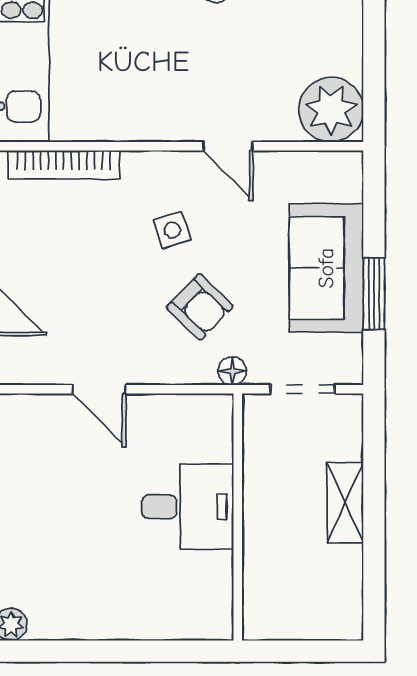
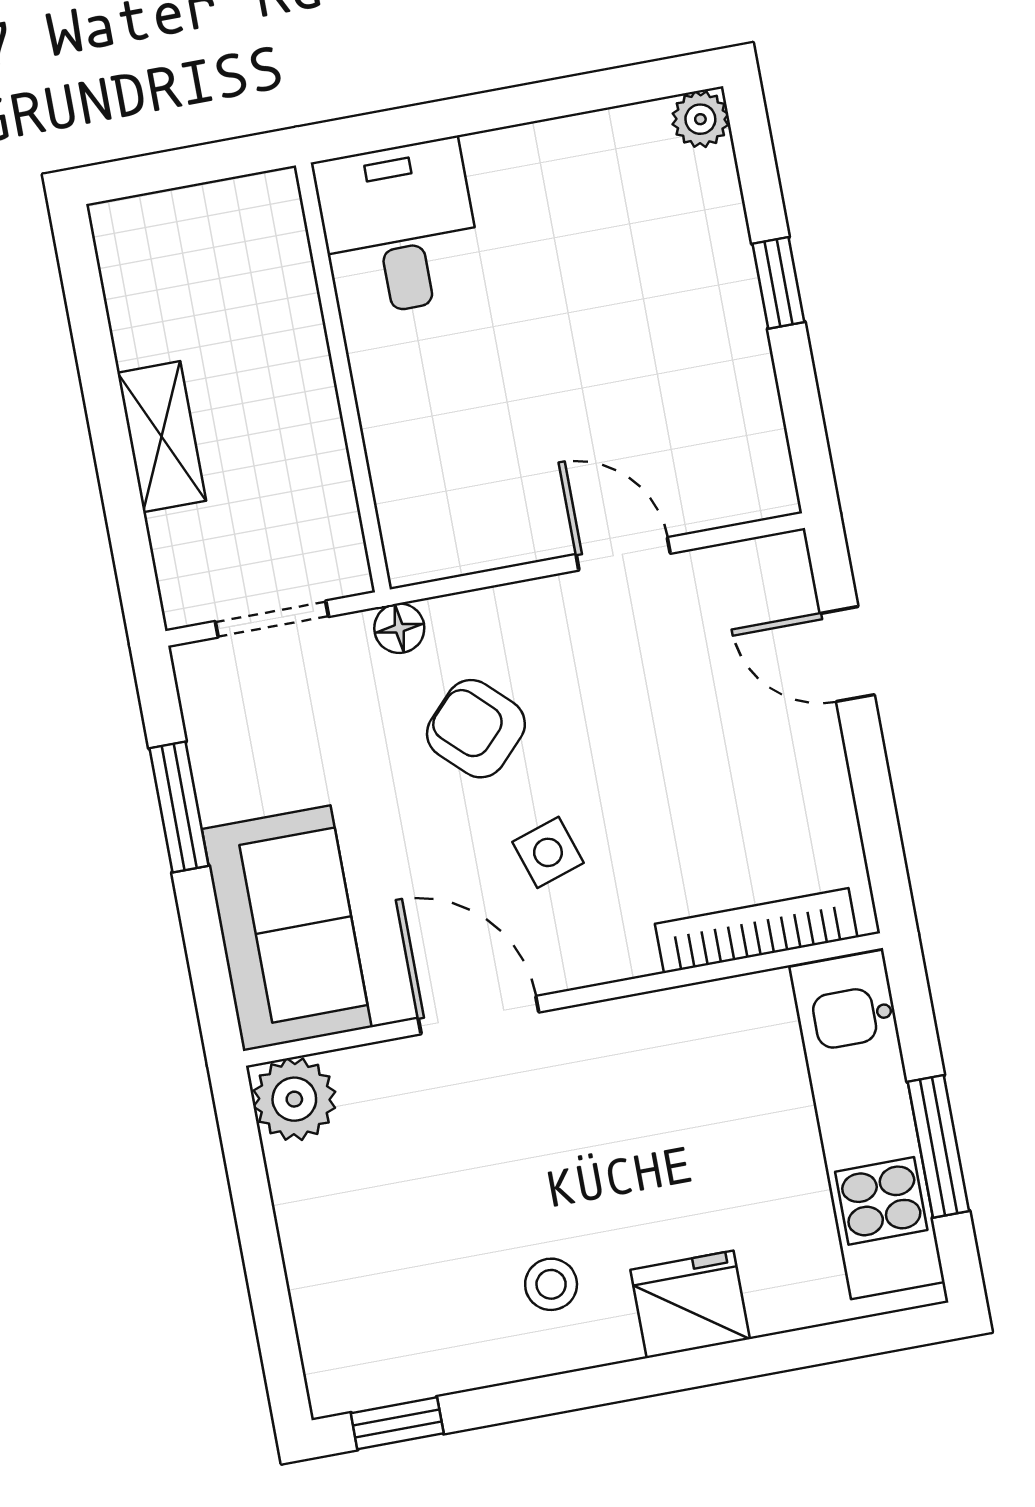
plant: (331, 110) -> (294, 1099), width x0.73, depth x0.73
door: (228, 146) -> (478, 1015), width x1.38
sofa: (326, 268) -> (287, 928), moved
desk: (188, 507) -> (399, 228), moved, turned 90

